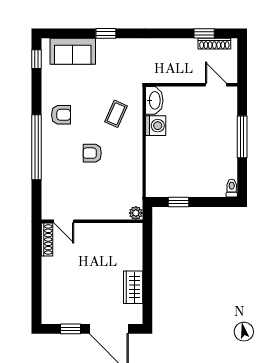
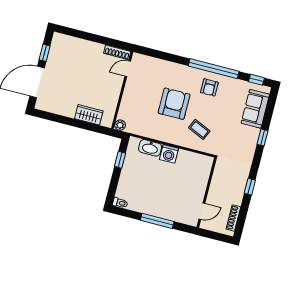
window: (204, 33) -> (250, 187), moved
washbasin: (154, 100) -> (150, 148), moved
washing machine: (156, 126) -> (169, 154), moved
window: (37, 147) -> (214, 69), moved
armchair: (92, 153) -> (174, 104), width x1.88, depth x1.88
wardrobe: (133, 287) -> (89, 115), moved

